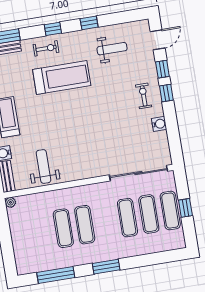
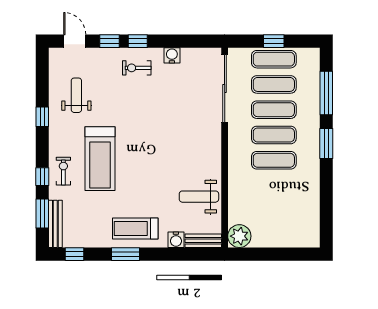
window: (53, 29) -> (42, 177), moved
treadmill: (62, 77) -> (100, 159), turned 180
plant: (10, 202) -> (239, 236), width x1.87, depth x1.87
exercise mat: (63, 228) -> (274, 135), moved
window: (56, 275) -> (326, 93), moved

